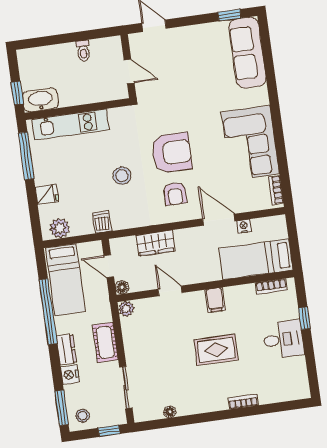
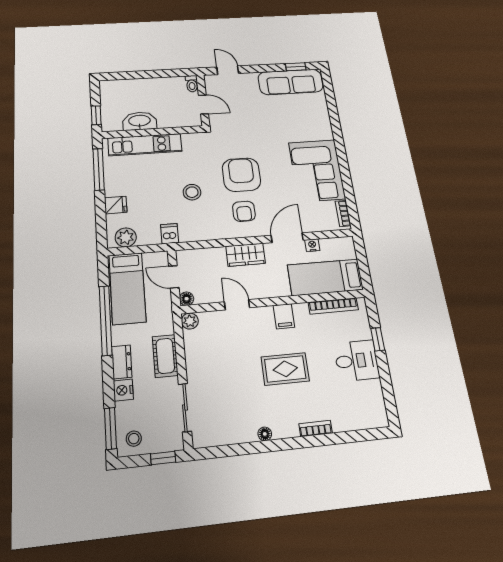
toilet: (83, 51) -> (192, 84), moved
sofa: (247, 53) -> (291, 82), moved, turned -90
washbasin: (40, 100) -> (140, 121), moved
armchair: (172, 153) -> (241, 175), turned -90
door: (219, 220) -> (287, 238), hinge flipped
wardrobe: (156, 243) -> (246, 255), moved
bookcase: (271, 286) -> (333, 306), width x1.56
floor lamp: (170, 412) -> (265, 434), moved

